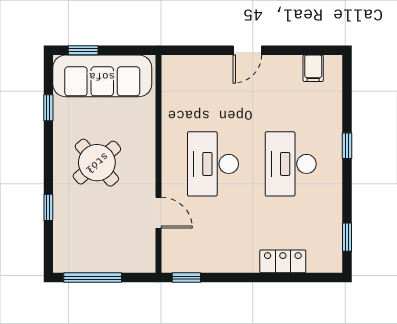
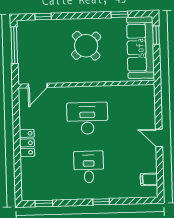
desk: (291, 164) -> (89, 167), width x0.73
window: (48, 207) -> (43, 17), moved
door: (159, 213) -> (38, 86), moved
locker: (283, 261) -> (27, 143), moved
window: (186, 278) -> (16, 104), removed

